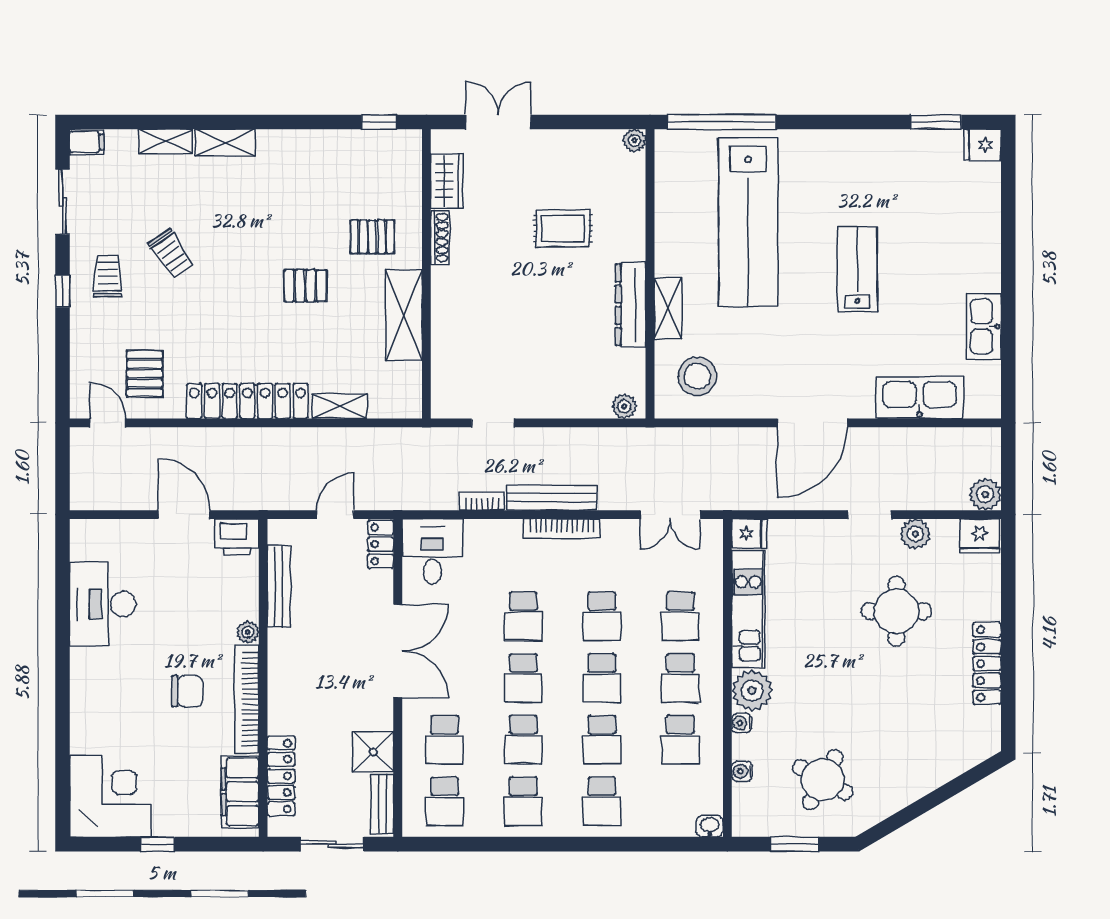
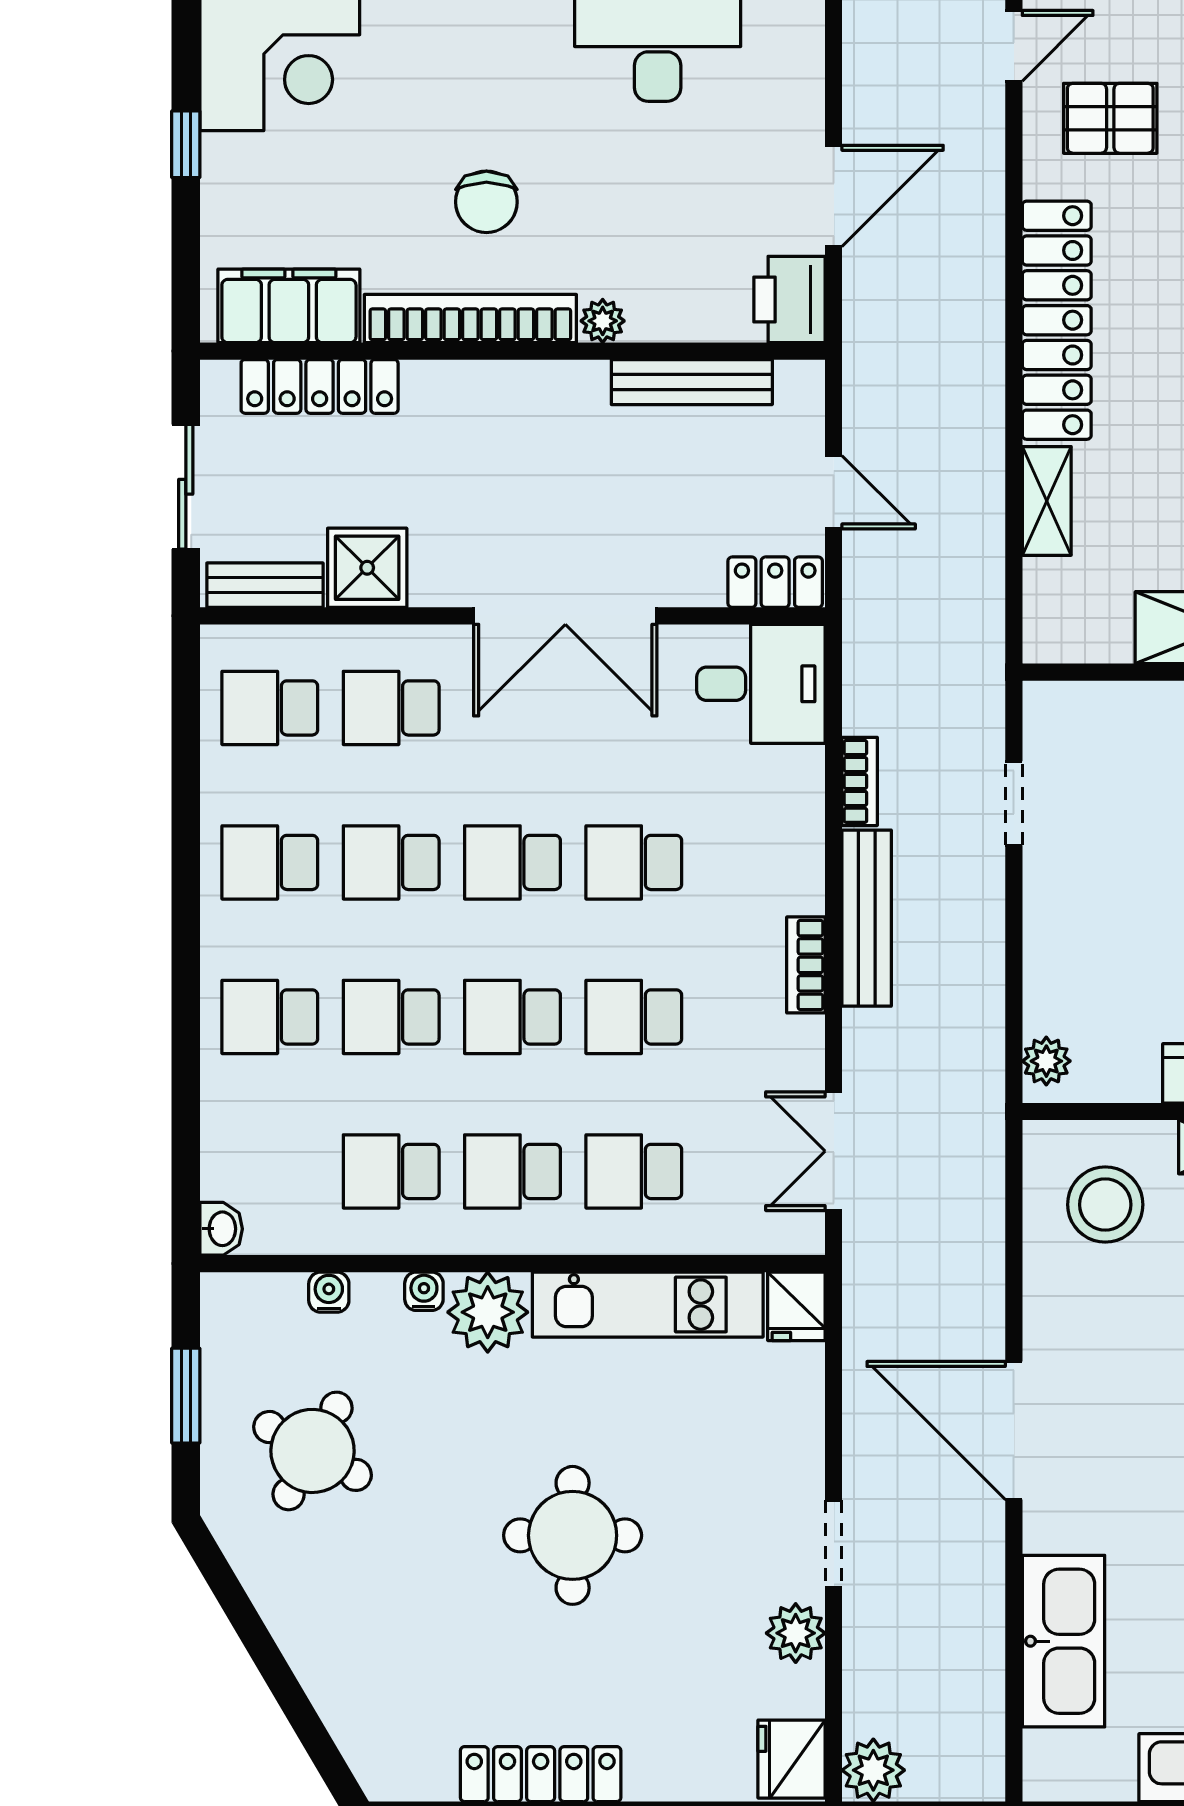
bookcase: (562, 529) -> (806, 965), width x0.64
round table: (896, 611) -> (573, 1535), moved

